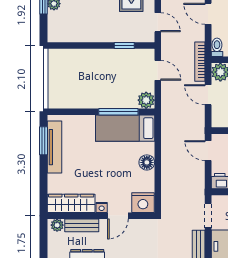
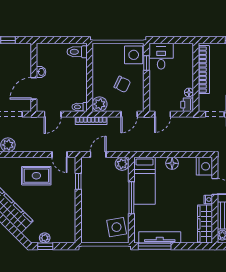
door: (158, 22) -> (59, 155), swing flipped
side table: (67, 93) -> (117, 227), added
door: (208, 95) -> (129, 114), moved
window: (118, 112) -> (131, 198), moved
window: (43, 141) -> (155, 246), width x1.44

